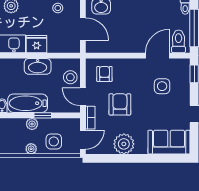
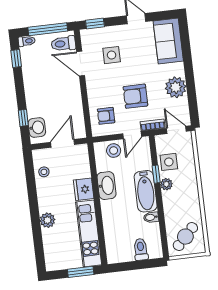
side table: (54, 141) -> (169, 162), moved
plant: (31, 149) -> (192, 182), removed

